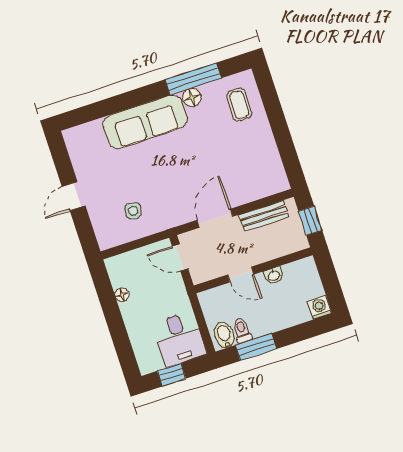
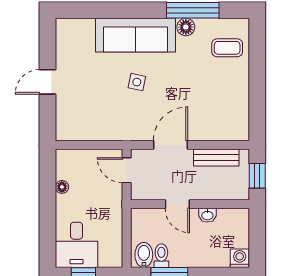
coffee table: (239, 105) -> (227, 48), turned 90
side table: (133, 211) -> (137, 82), moved
desk: (180, 339) -> (76, 245), moved

